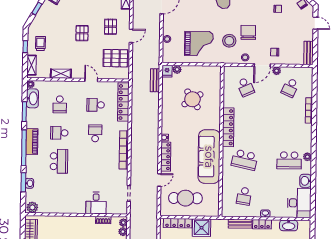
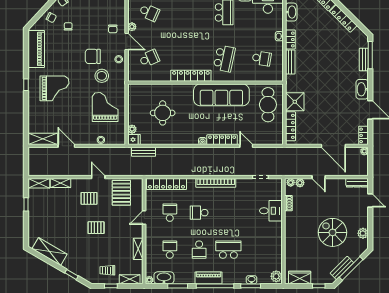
round table: (192, 99) -> (163, 113), turned 33
school desk: (60, 104) -> (170, 250), turned -90
school desk: (96, 105) -> (170, 213), turned 180
cafe table: (185, 198) -> (268, 105), moved

